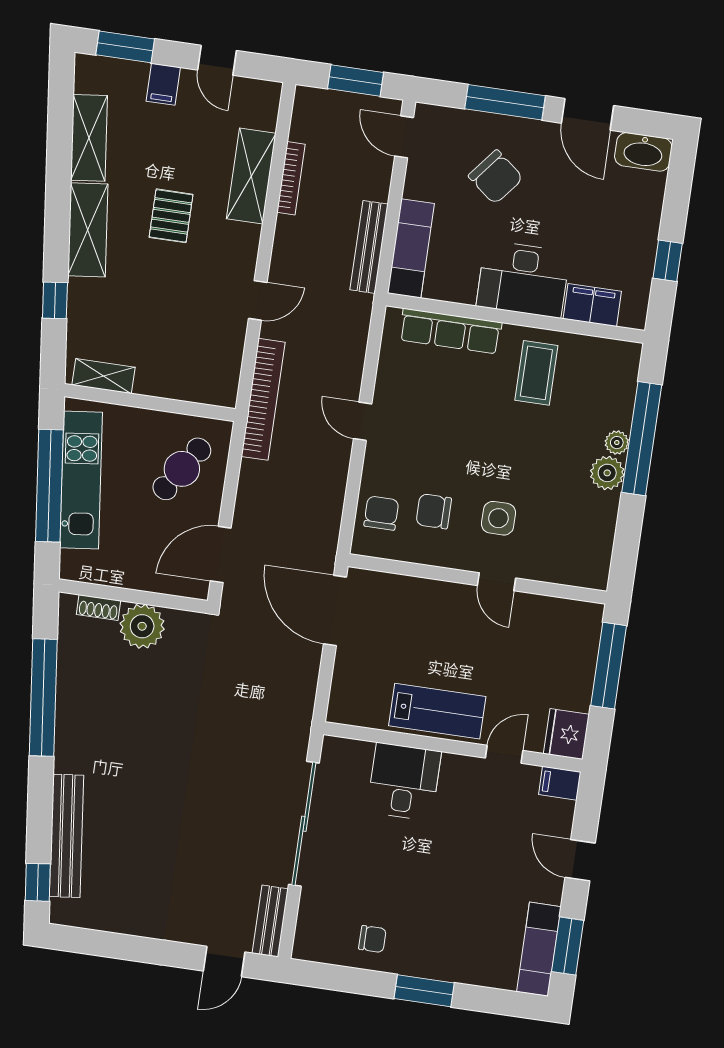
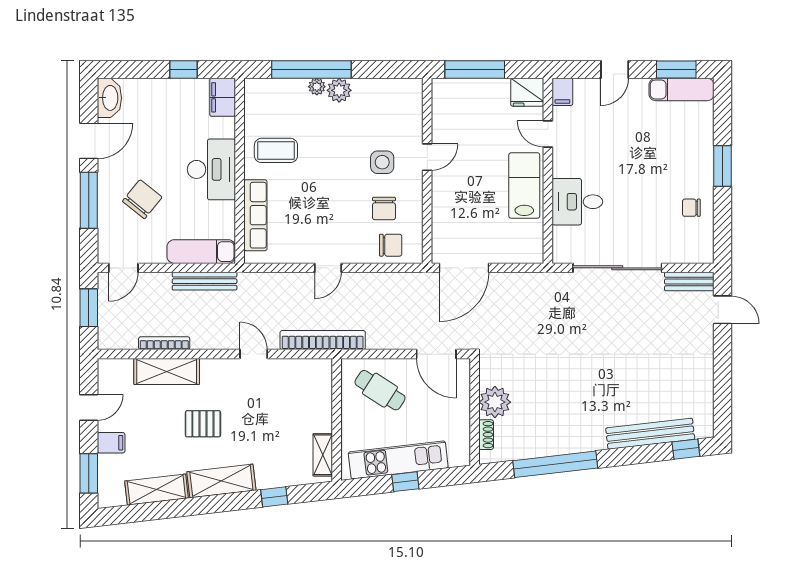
filing cabinet: (592, 305) -> (223, 97), moved
window: (49, 486) -> (405, 482), width x0.32
chair: (381, 513) -> (391, 245), turned 180
chair: (372, 939) -> (691, 208), turned -90

